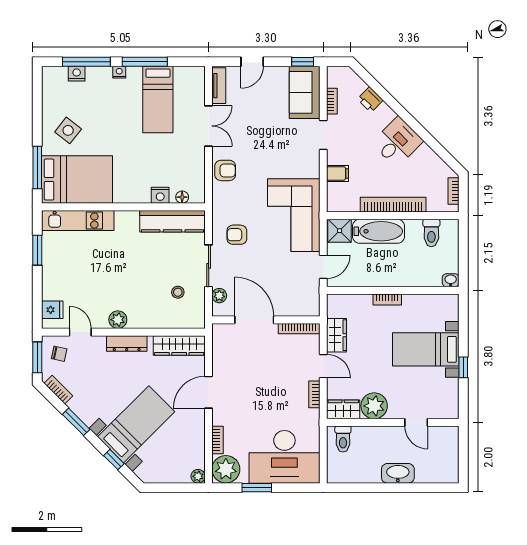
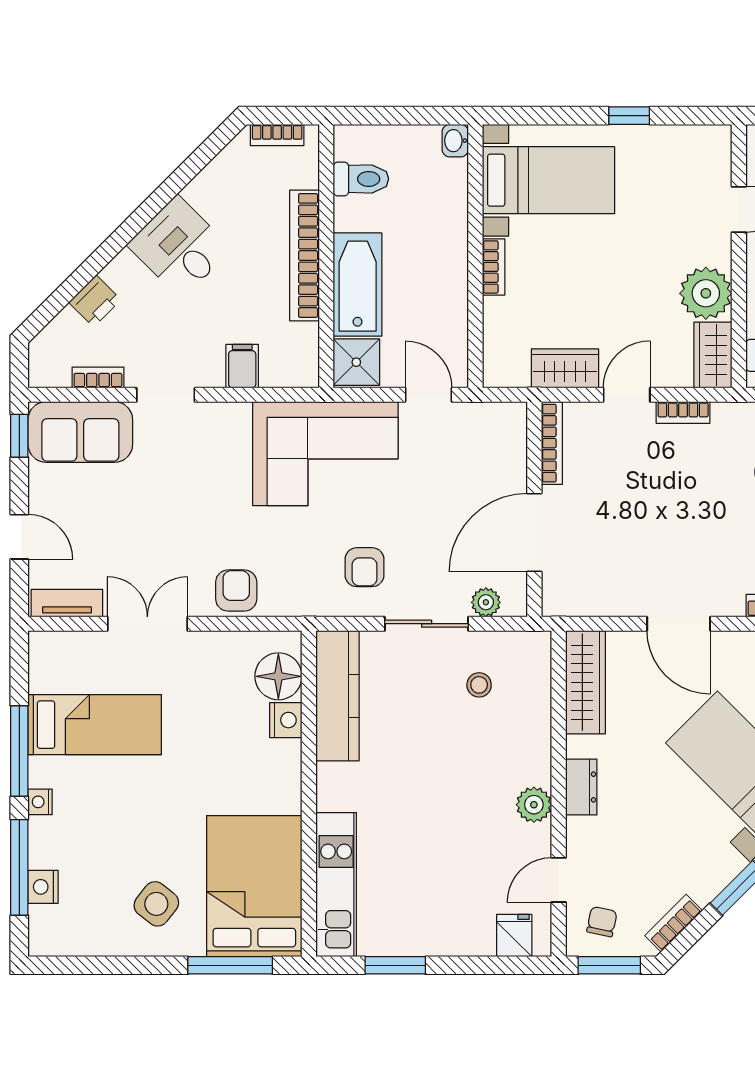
floor lamp: (182, 197) -> (278, 676), width x1.89, depth x1.89
dresser: (127, 343) -> (581, 787), width x0.70
bed with nightstands: (426, 349) -> (548, 180), moved, turned -90

